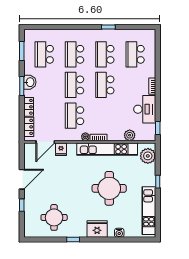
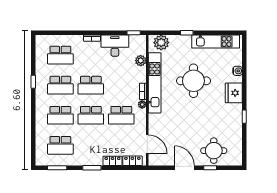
washbasin: (30, 82) -> (88, 160), removed
fridge: (61, 149) -> (155, 129), removed
round table: (54, 217) -> (214, 151), moved

